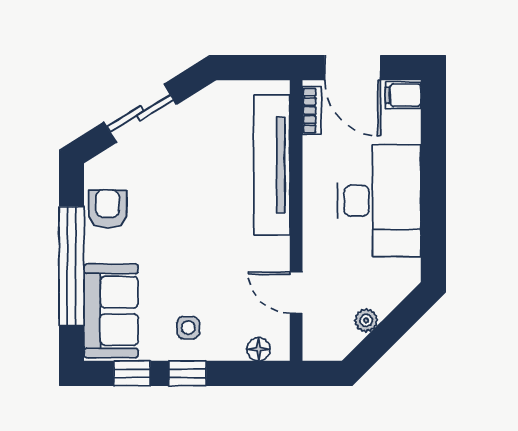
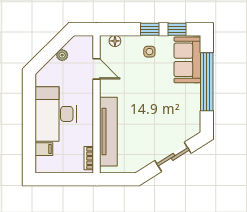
door: (353, 68) -> (69, 179), removed
filing cabinet: (403, 95) -> (44, 149), moved
armchair: (108, 209) -> (189, 110), removed

